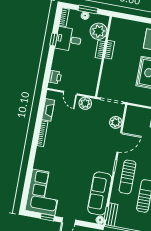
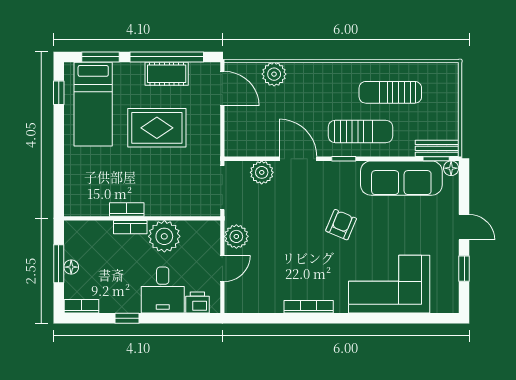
plant: (99, 31) -> (164, 236), moved
desk: (69, 39) -> (163, 290), moved
fireplace: (48, 110) -> (262, 304), removed
armchair: (81, 158) -> (341, 225), added
corner sofa: (44, 192) -> (389, 284), moved

